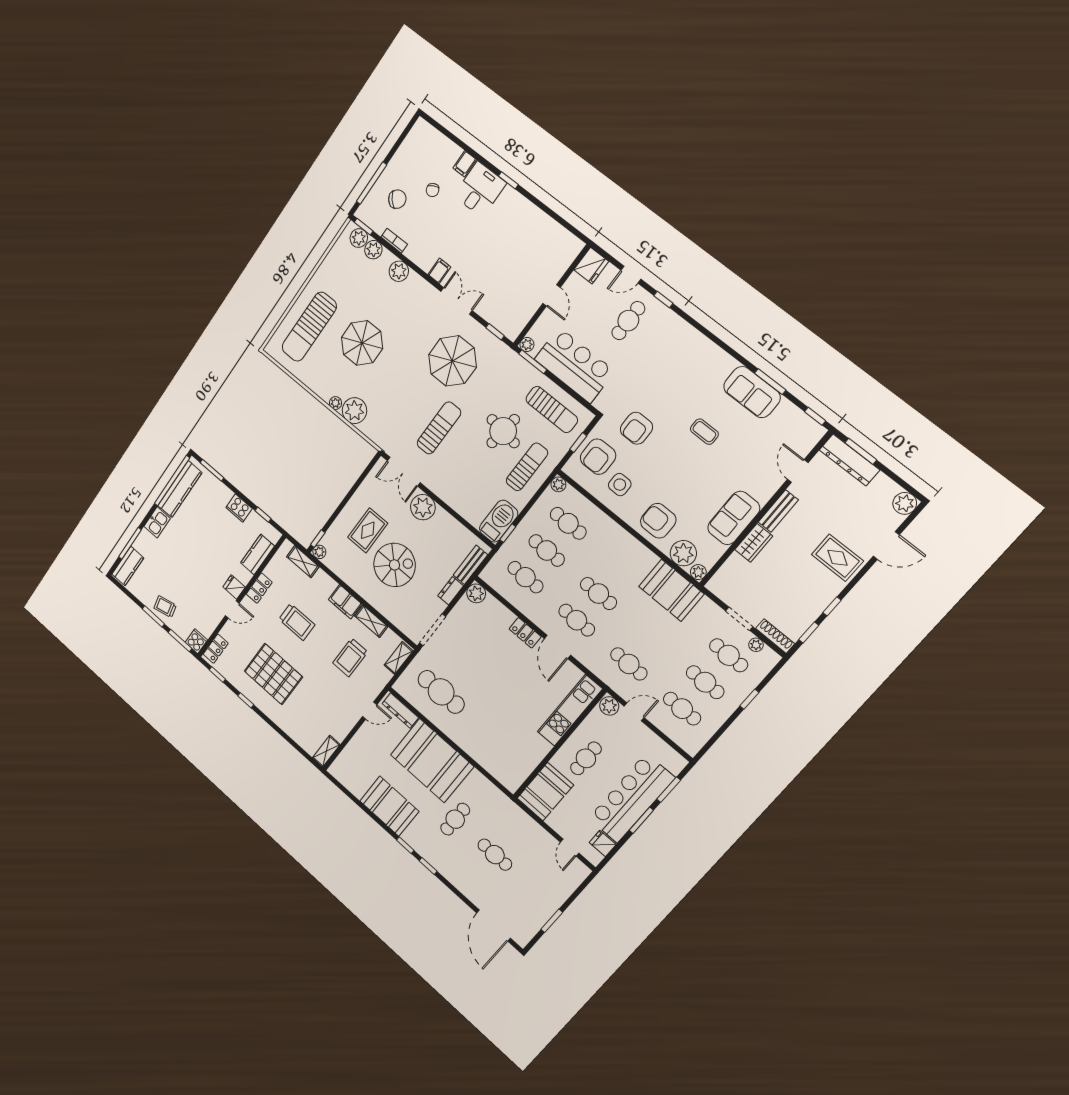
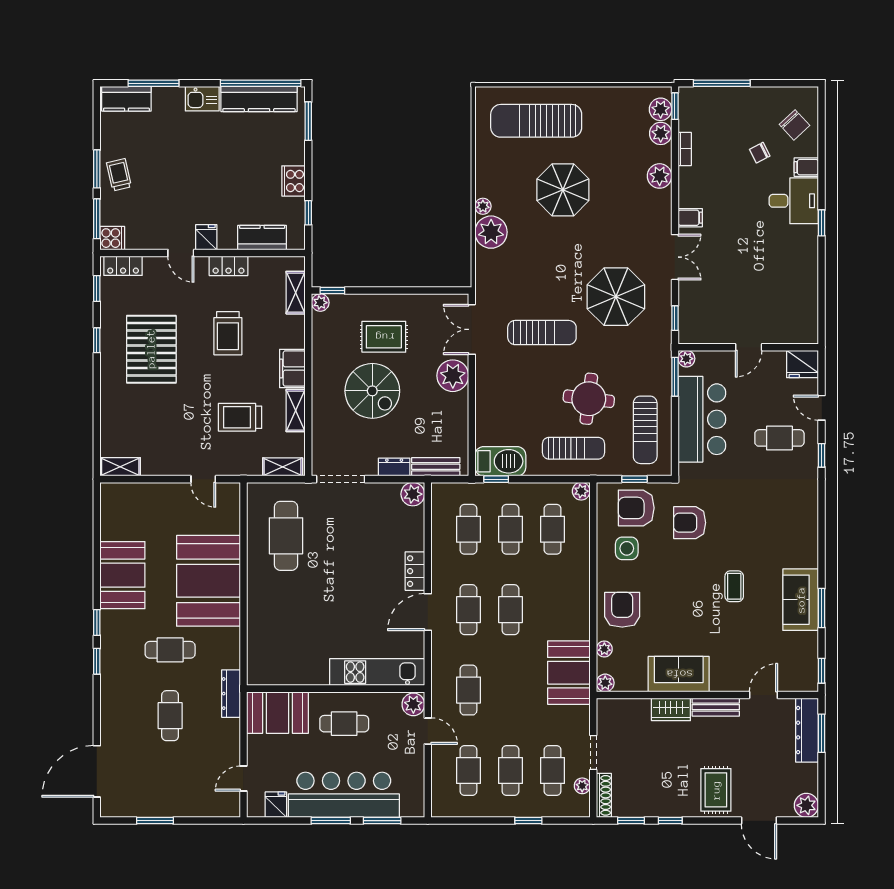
chair: (397, 199) -> (795, 125), moved
plant: (683, 553) -> (604, 649), width x0.53, depth x0.53
dresser: (400, 711) -> (231, 694), moved

